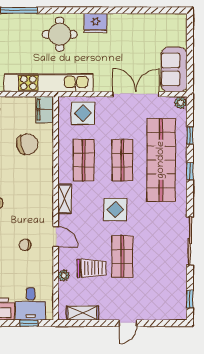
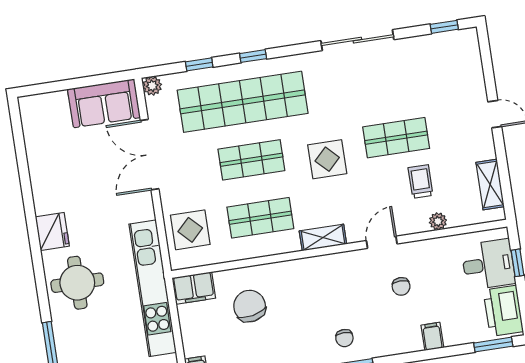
trolley: (91, 268) -> (421, 182), width x0.73, depth x0.72

